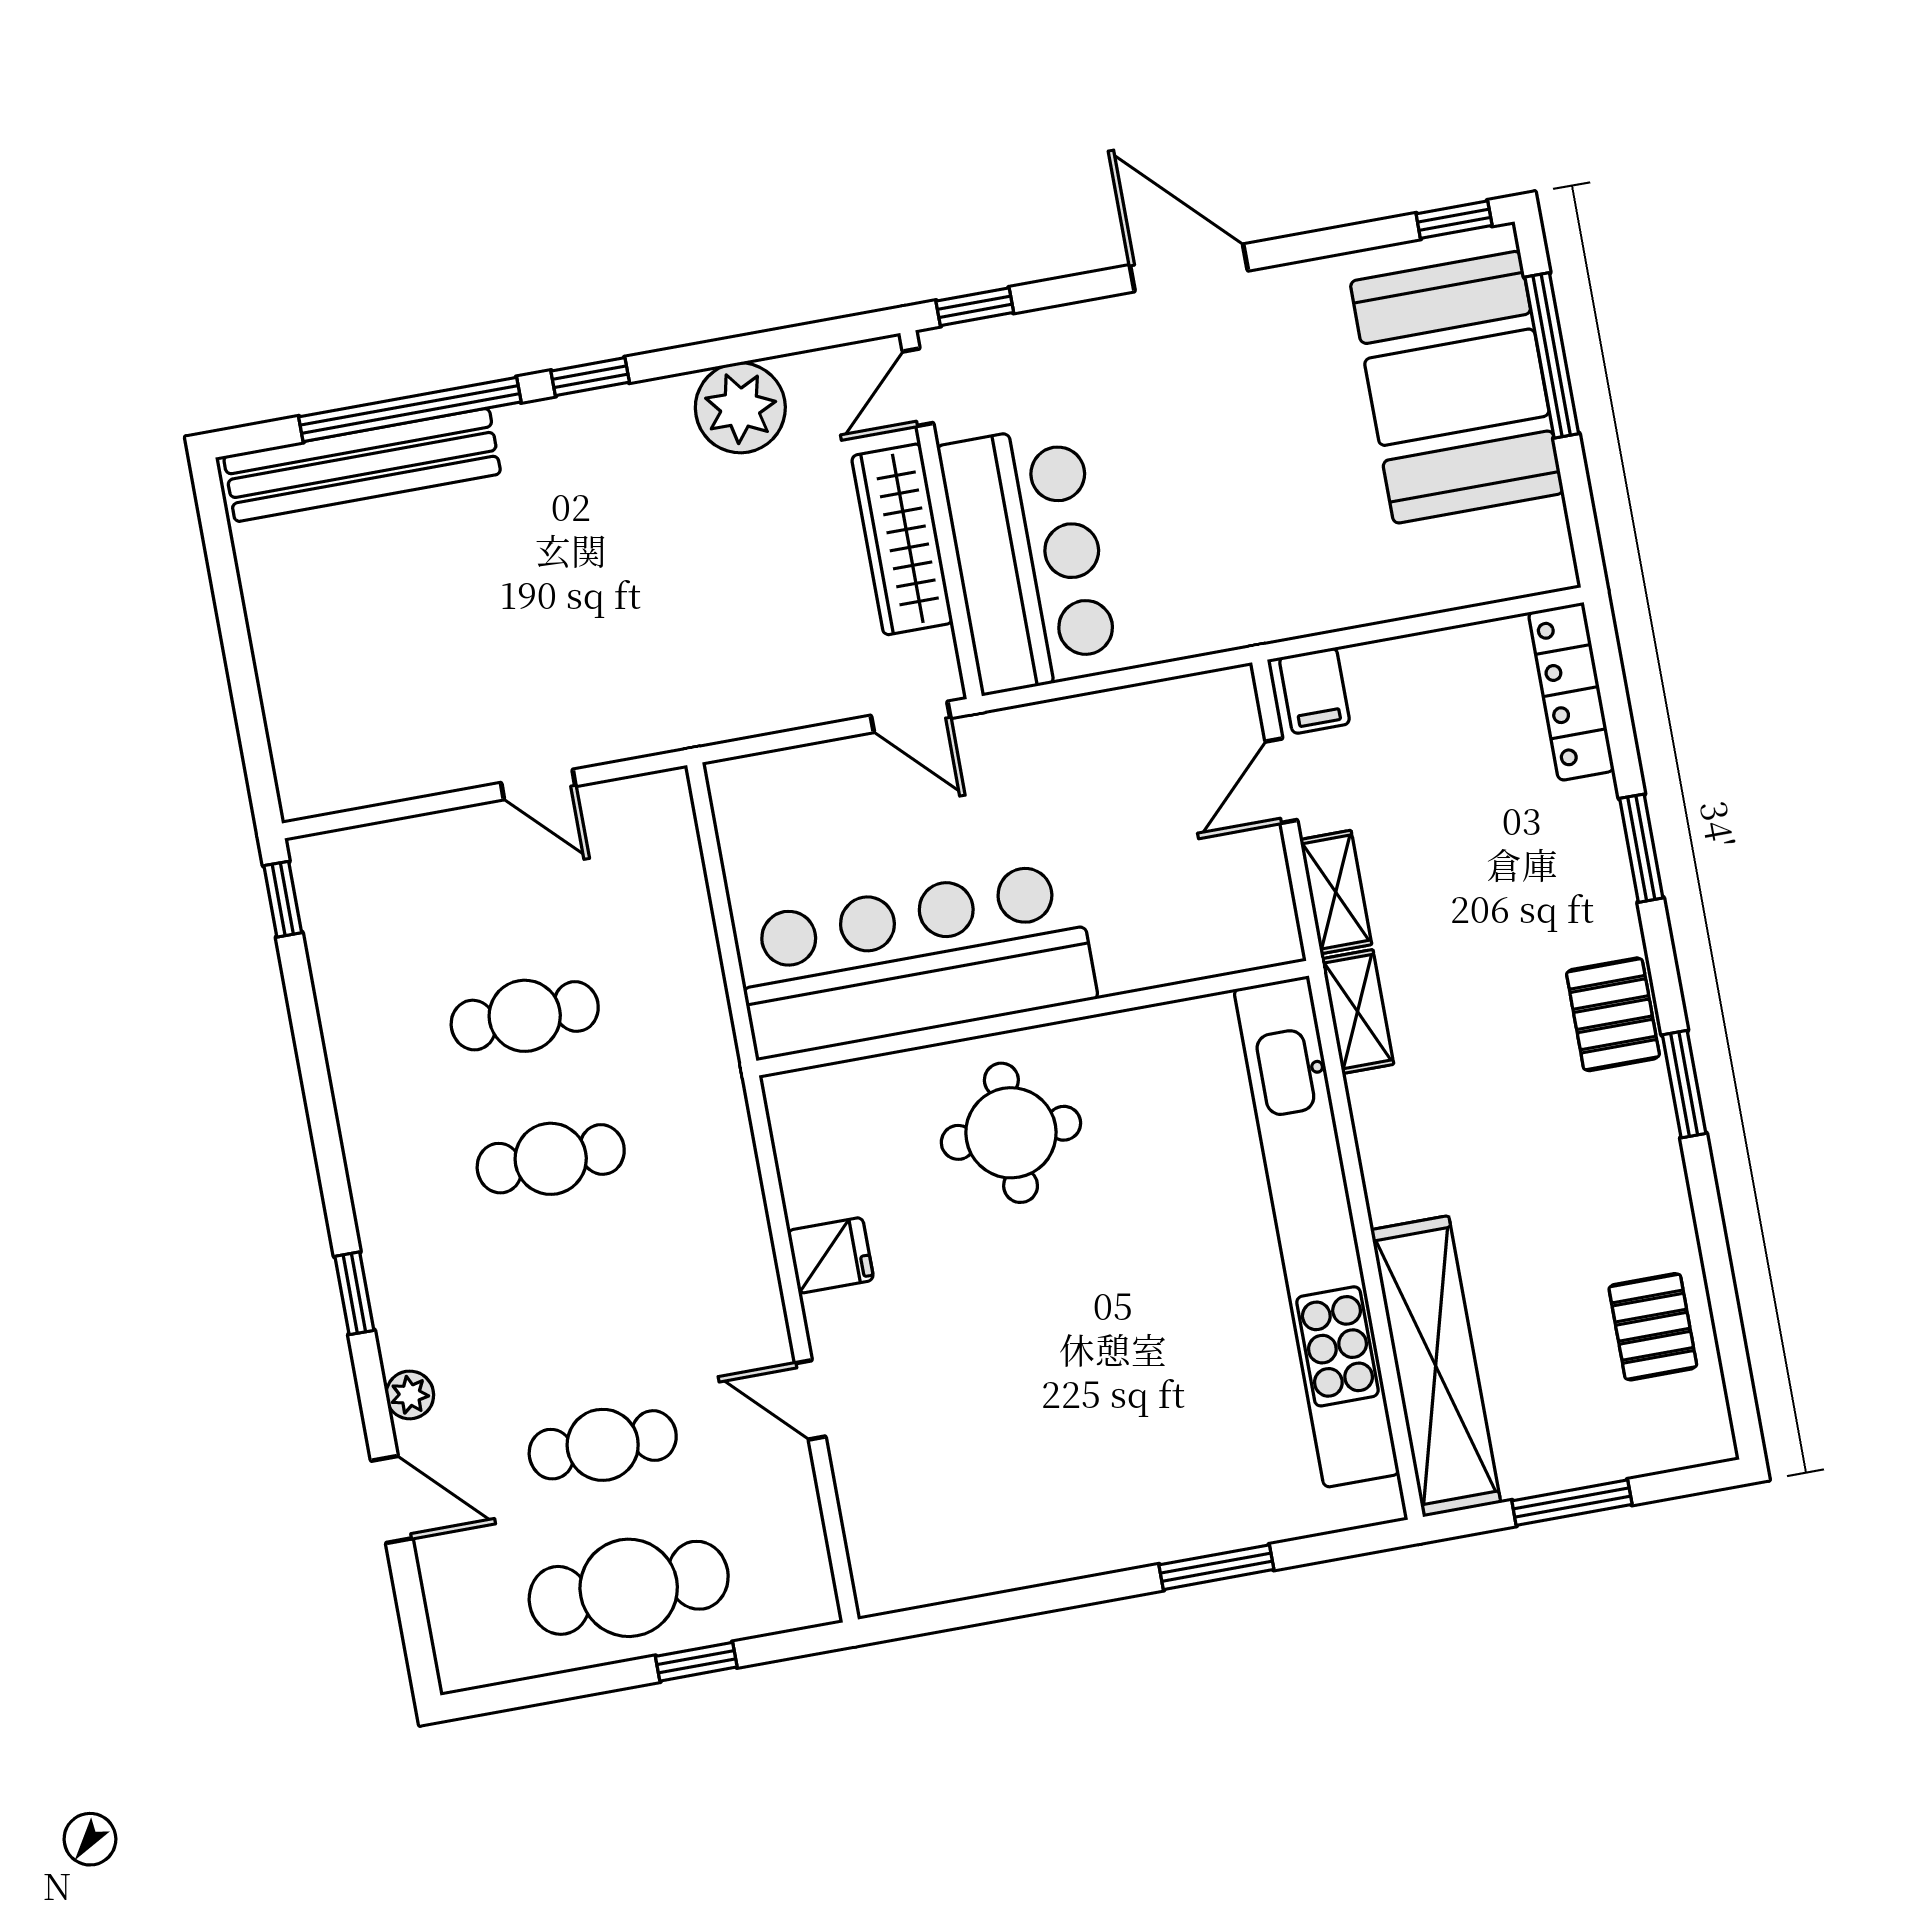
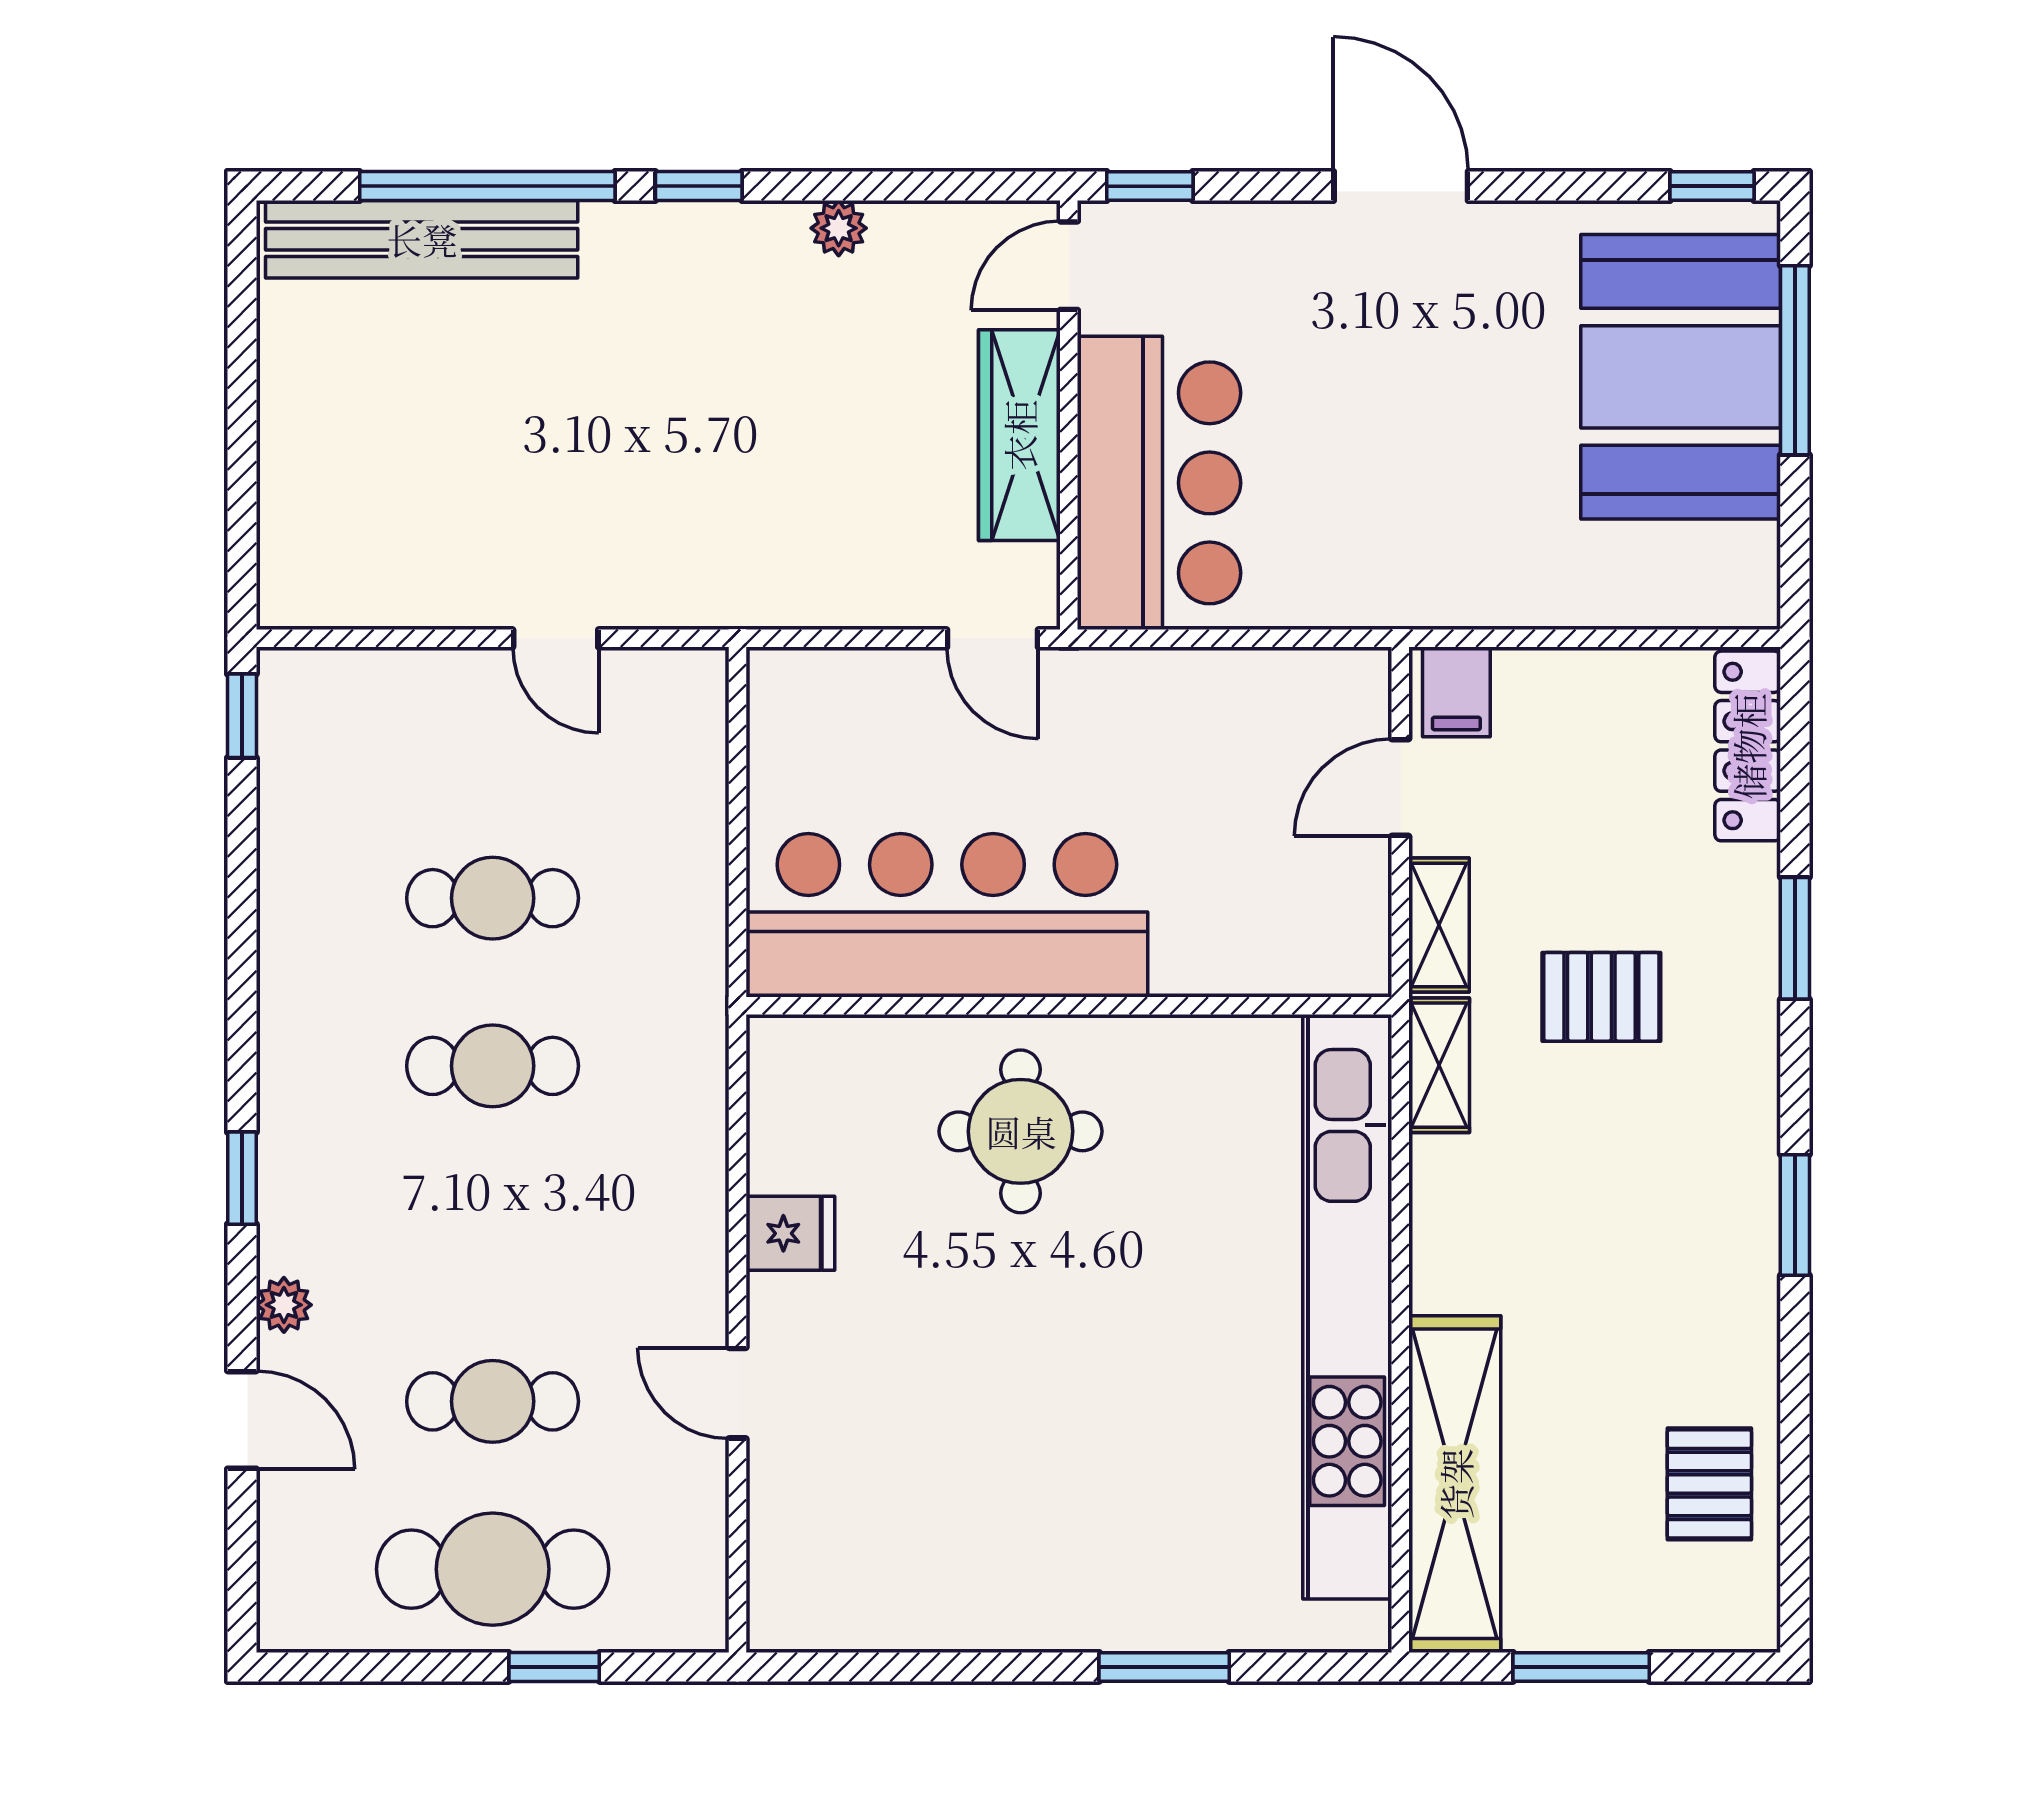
plant: (740, 408) -> (839, 228), width x0.53, depth x0.53
pallet: (1613, 1014) -> (1601, 997), moved, turned 90

